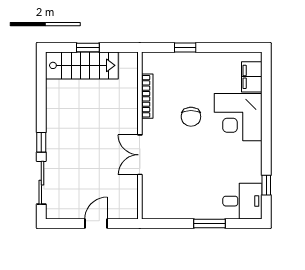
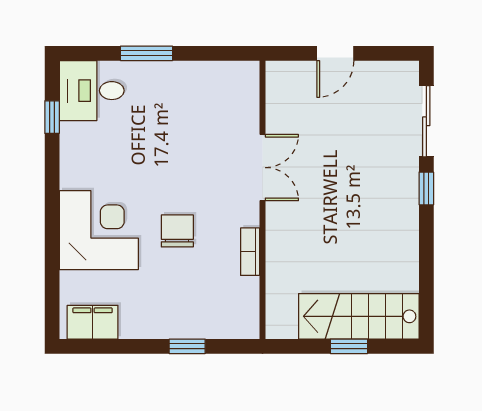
filing cabinet: (252, 77) -> (93, 322), moved, turned -90
bookcase: (147, 96) -> (250, 252), width x0.64

